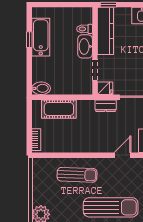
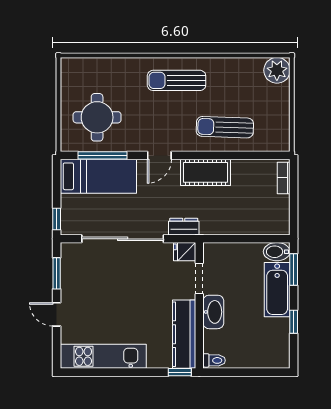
toilet: (85, 29) -> (214, 360), moved
bathtub: (41, 37) -> (277, 290), moved
window: (29, 76) -> (294, 269), added
cot: (59, 109) -> (205, 172), moved
sun lounger: (111, 207) -> (177, 80), width x0.73, depth x0.75

